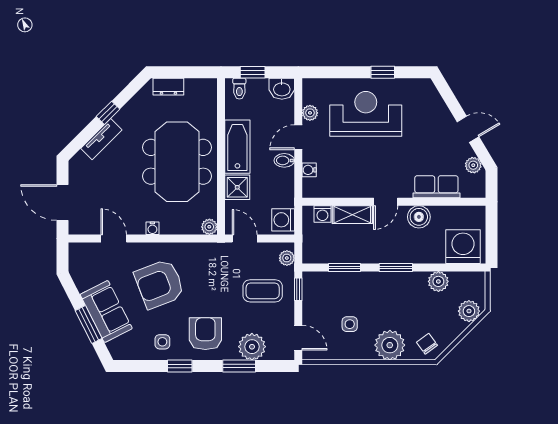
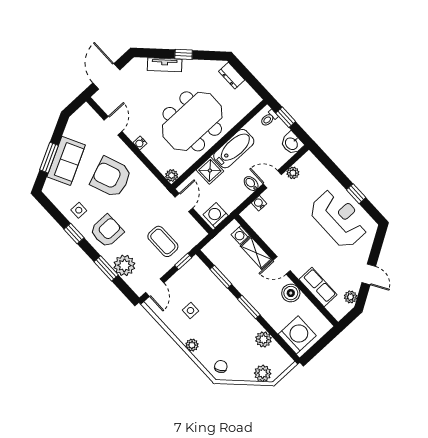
reception desk: (366, 114) -> (339, 218), moved
plant: (287, 258) -> (195, 238), removed
plant: (390, 345) -> (192, 345), width x0.53, depth x0.53

